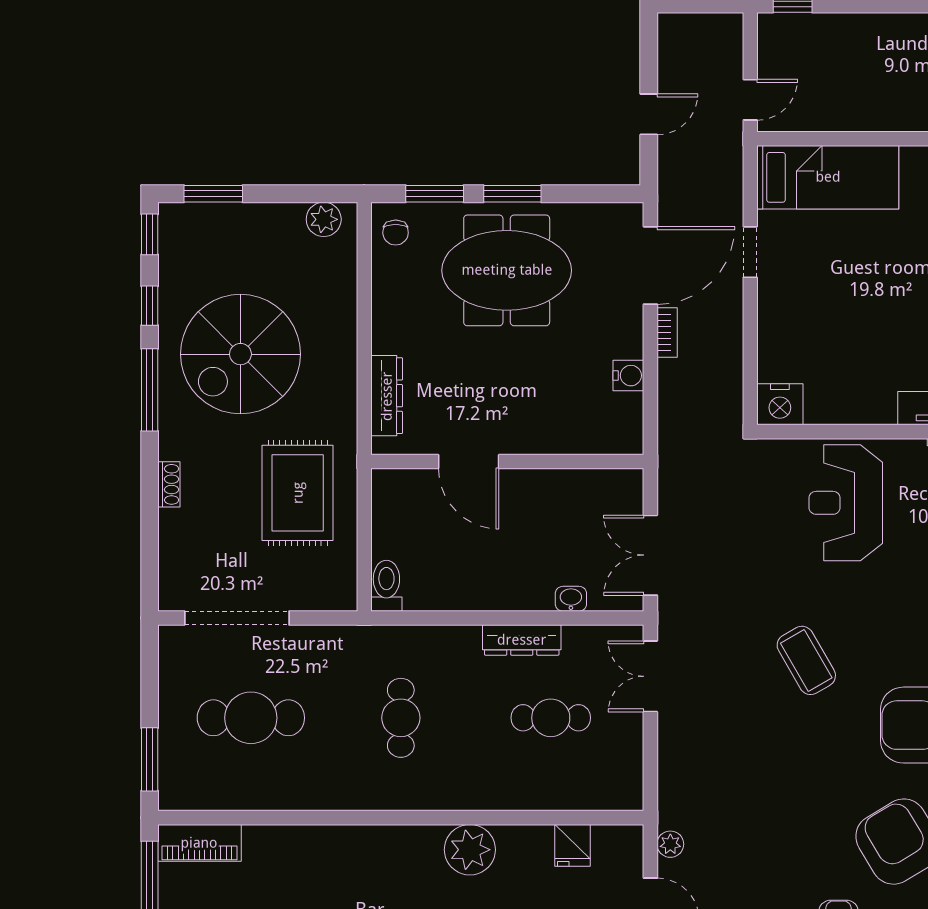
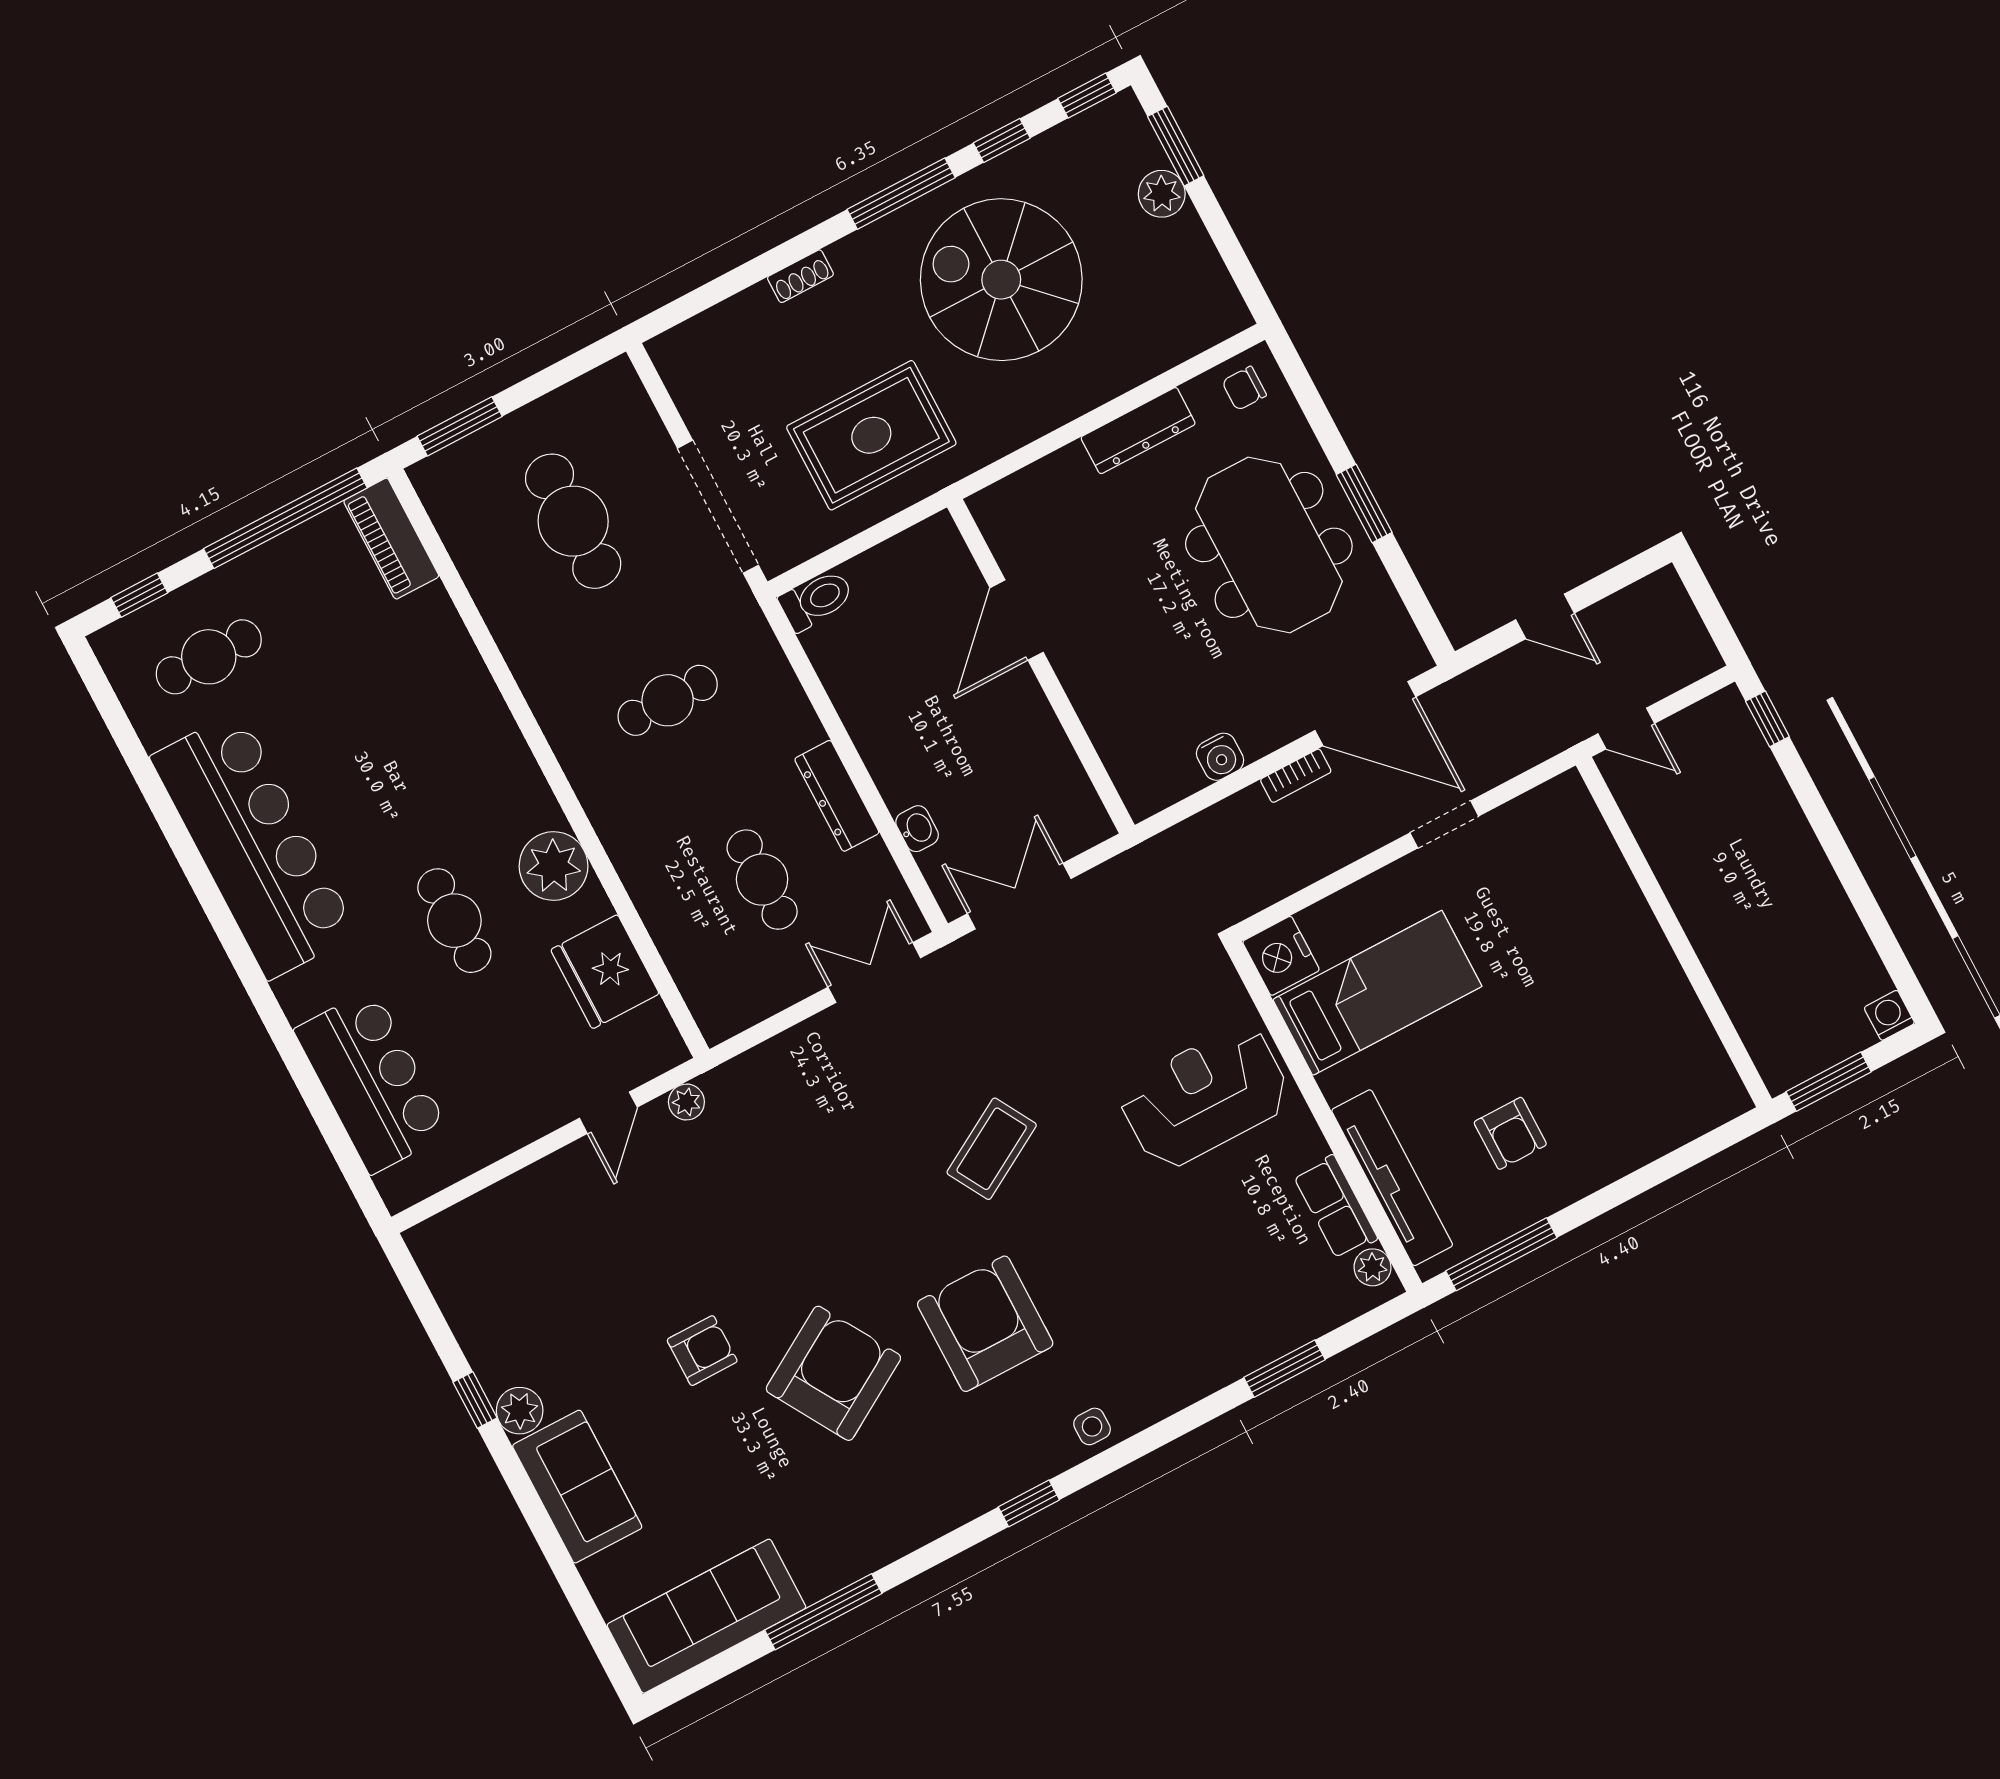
bed: (828, 177) -> (1377, 993), moved, turned -90
window: (435, 194) -> (1315, 411), removed
plant: (324, 219) -> (1162, 194), moved
dresser: (387, 396) -> (1138, 431), moved
doorway: (237, 618) -> (718, 507), moved
fridge: (572, 845) -> (605, 972), width x1.88, depth x1.34

